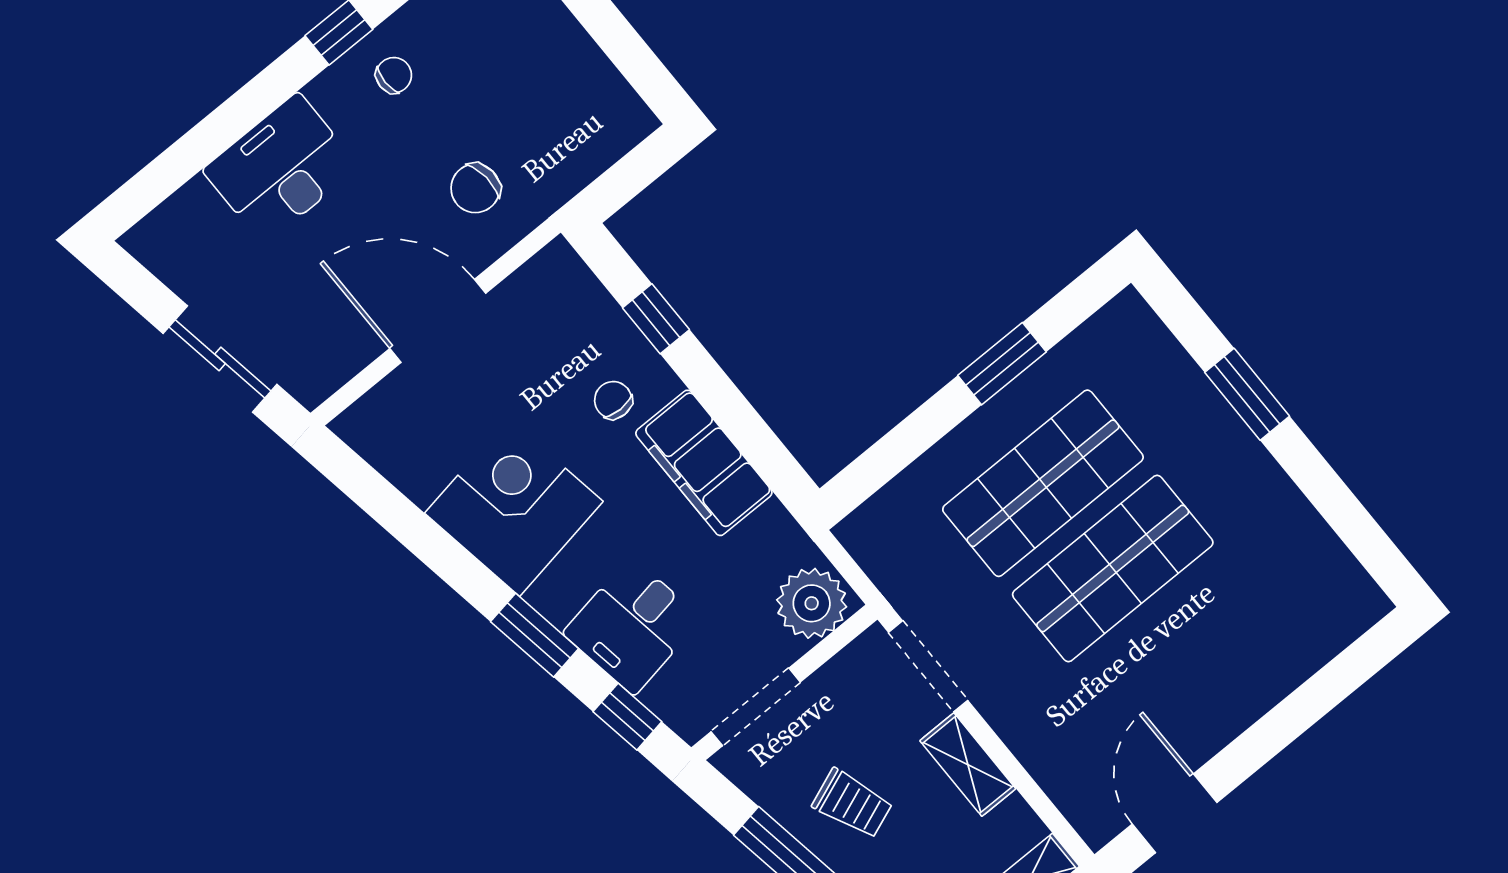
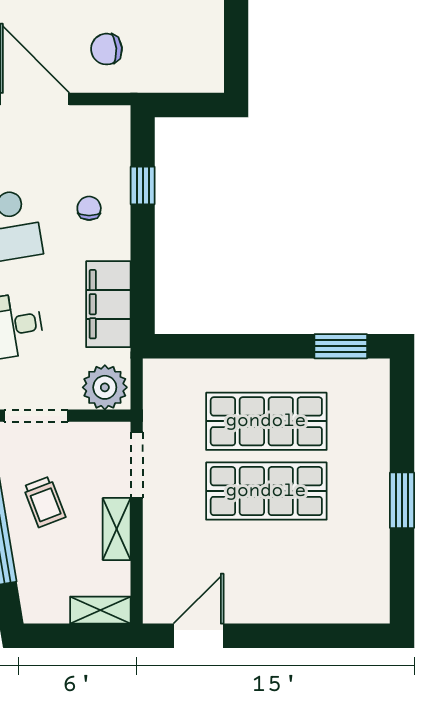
window: (1002, 364) -> (341, 346), moved
window: (1247, 394) -> (402, 500), moved
filing cabinet: (704, 463) -> (108, 304), moved

